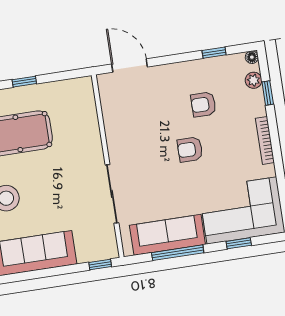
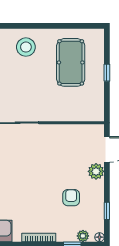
plant: (162, 76) -> (96, 171), added
armchair: (190, 149) -> (41, 183), removed

